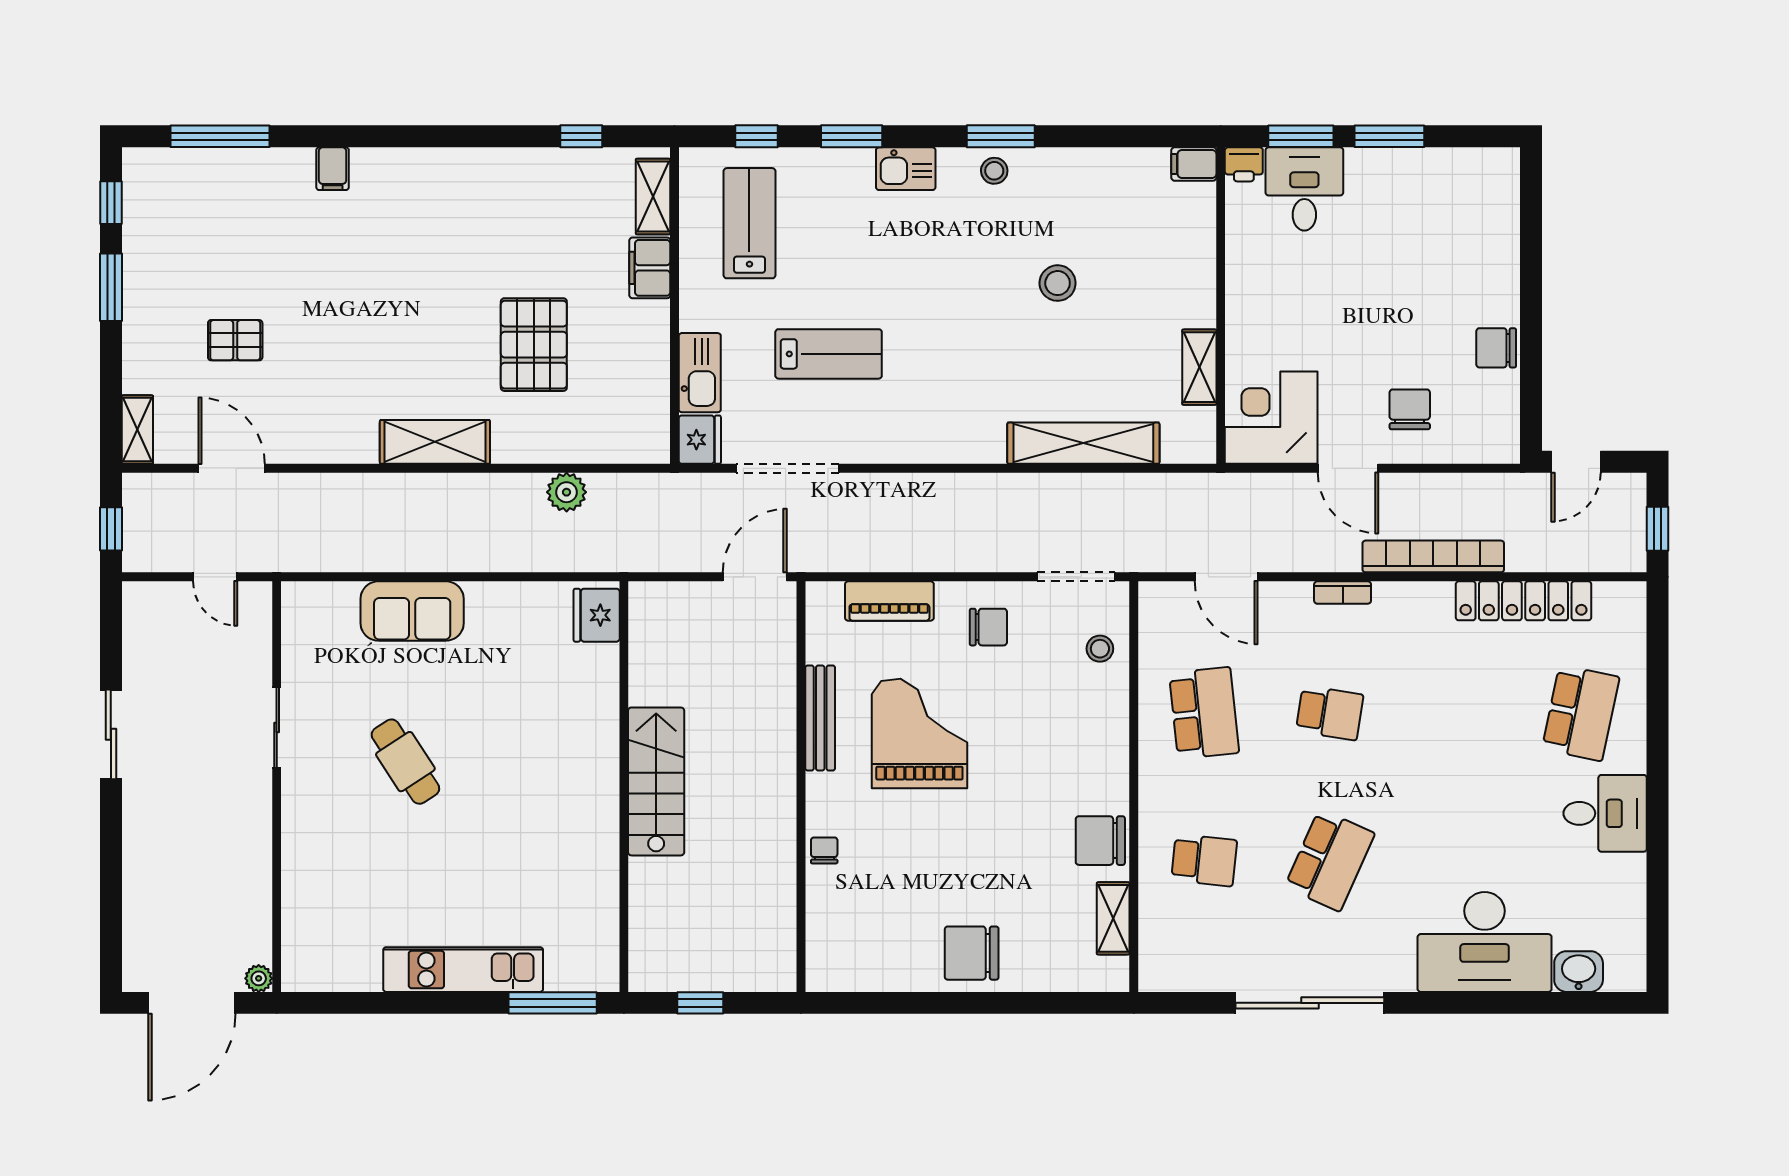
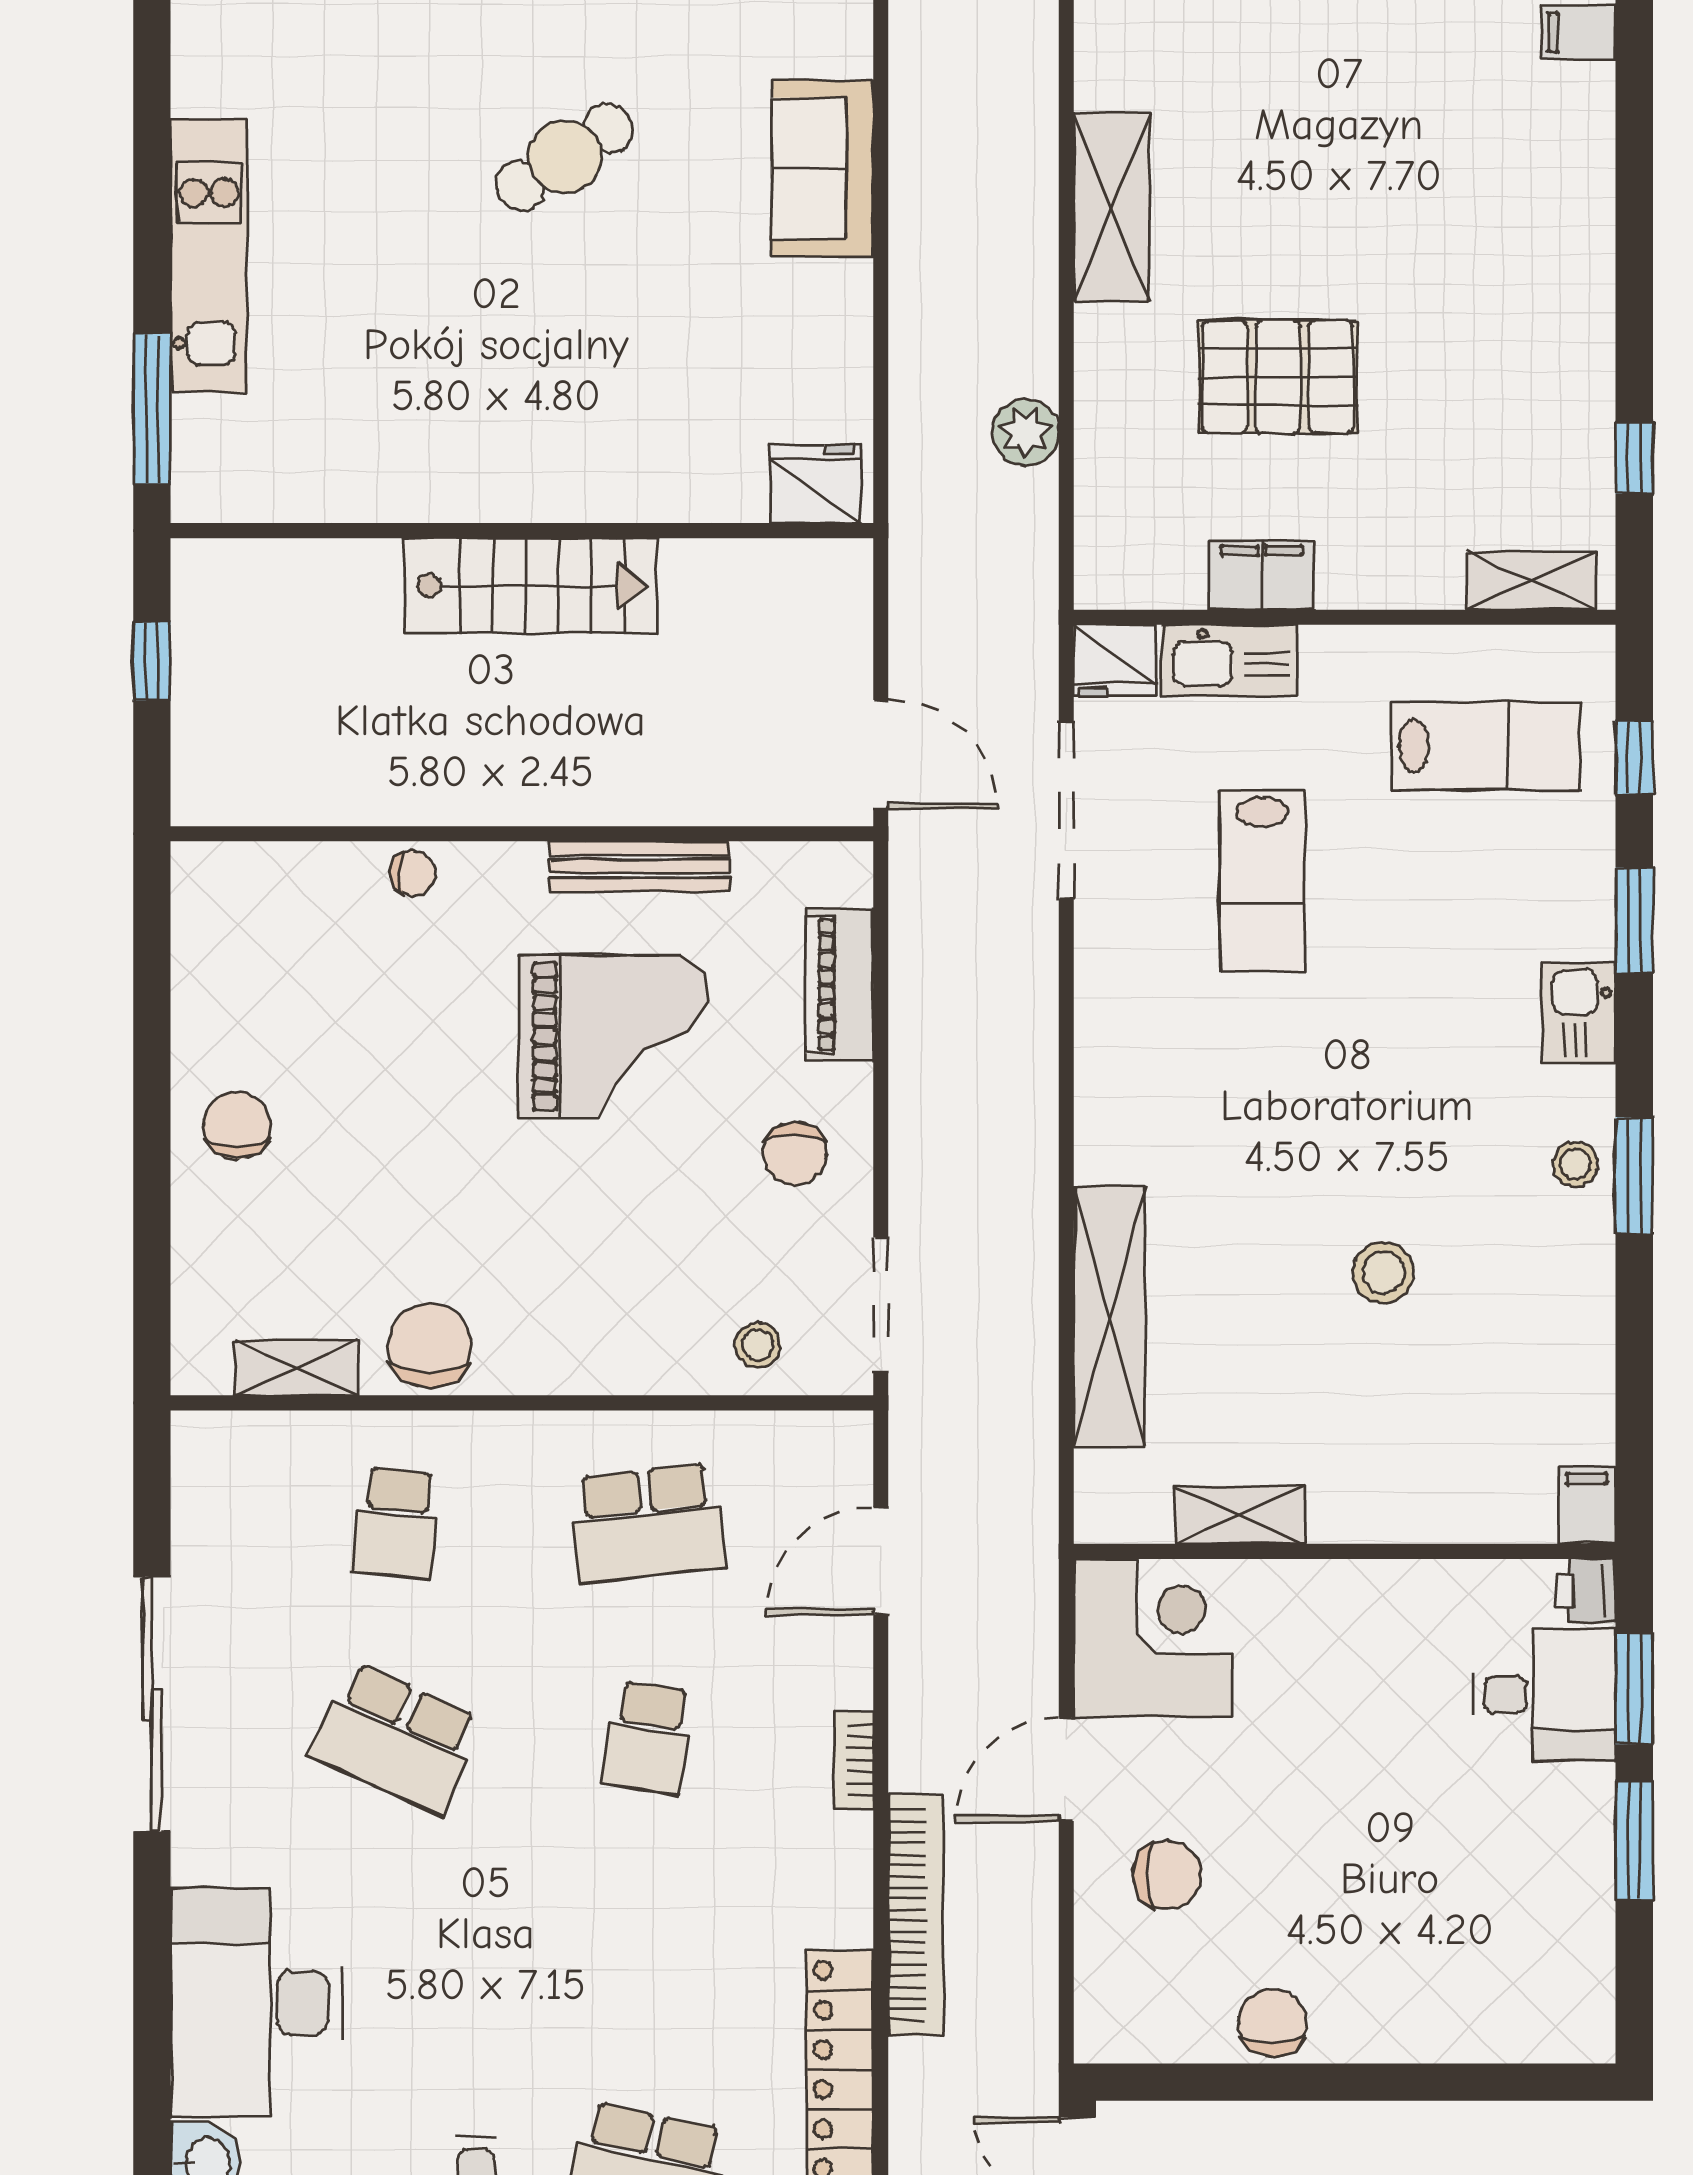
filing cabinet: (650, 268) -> (1262, 575), moved
chair: (972, 953) -> (237, 1125), width x0.73, depth x0.73

